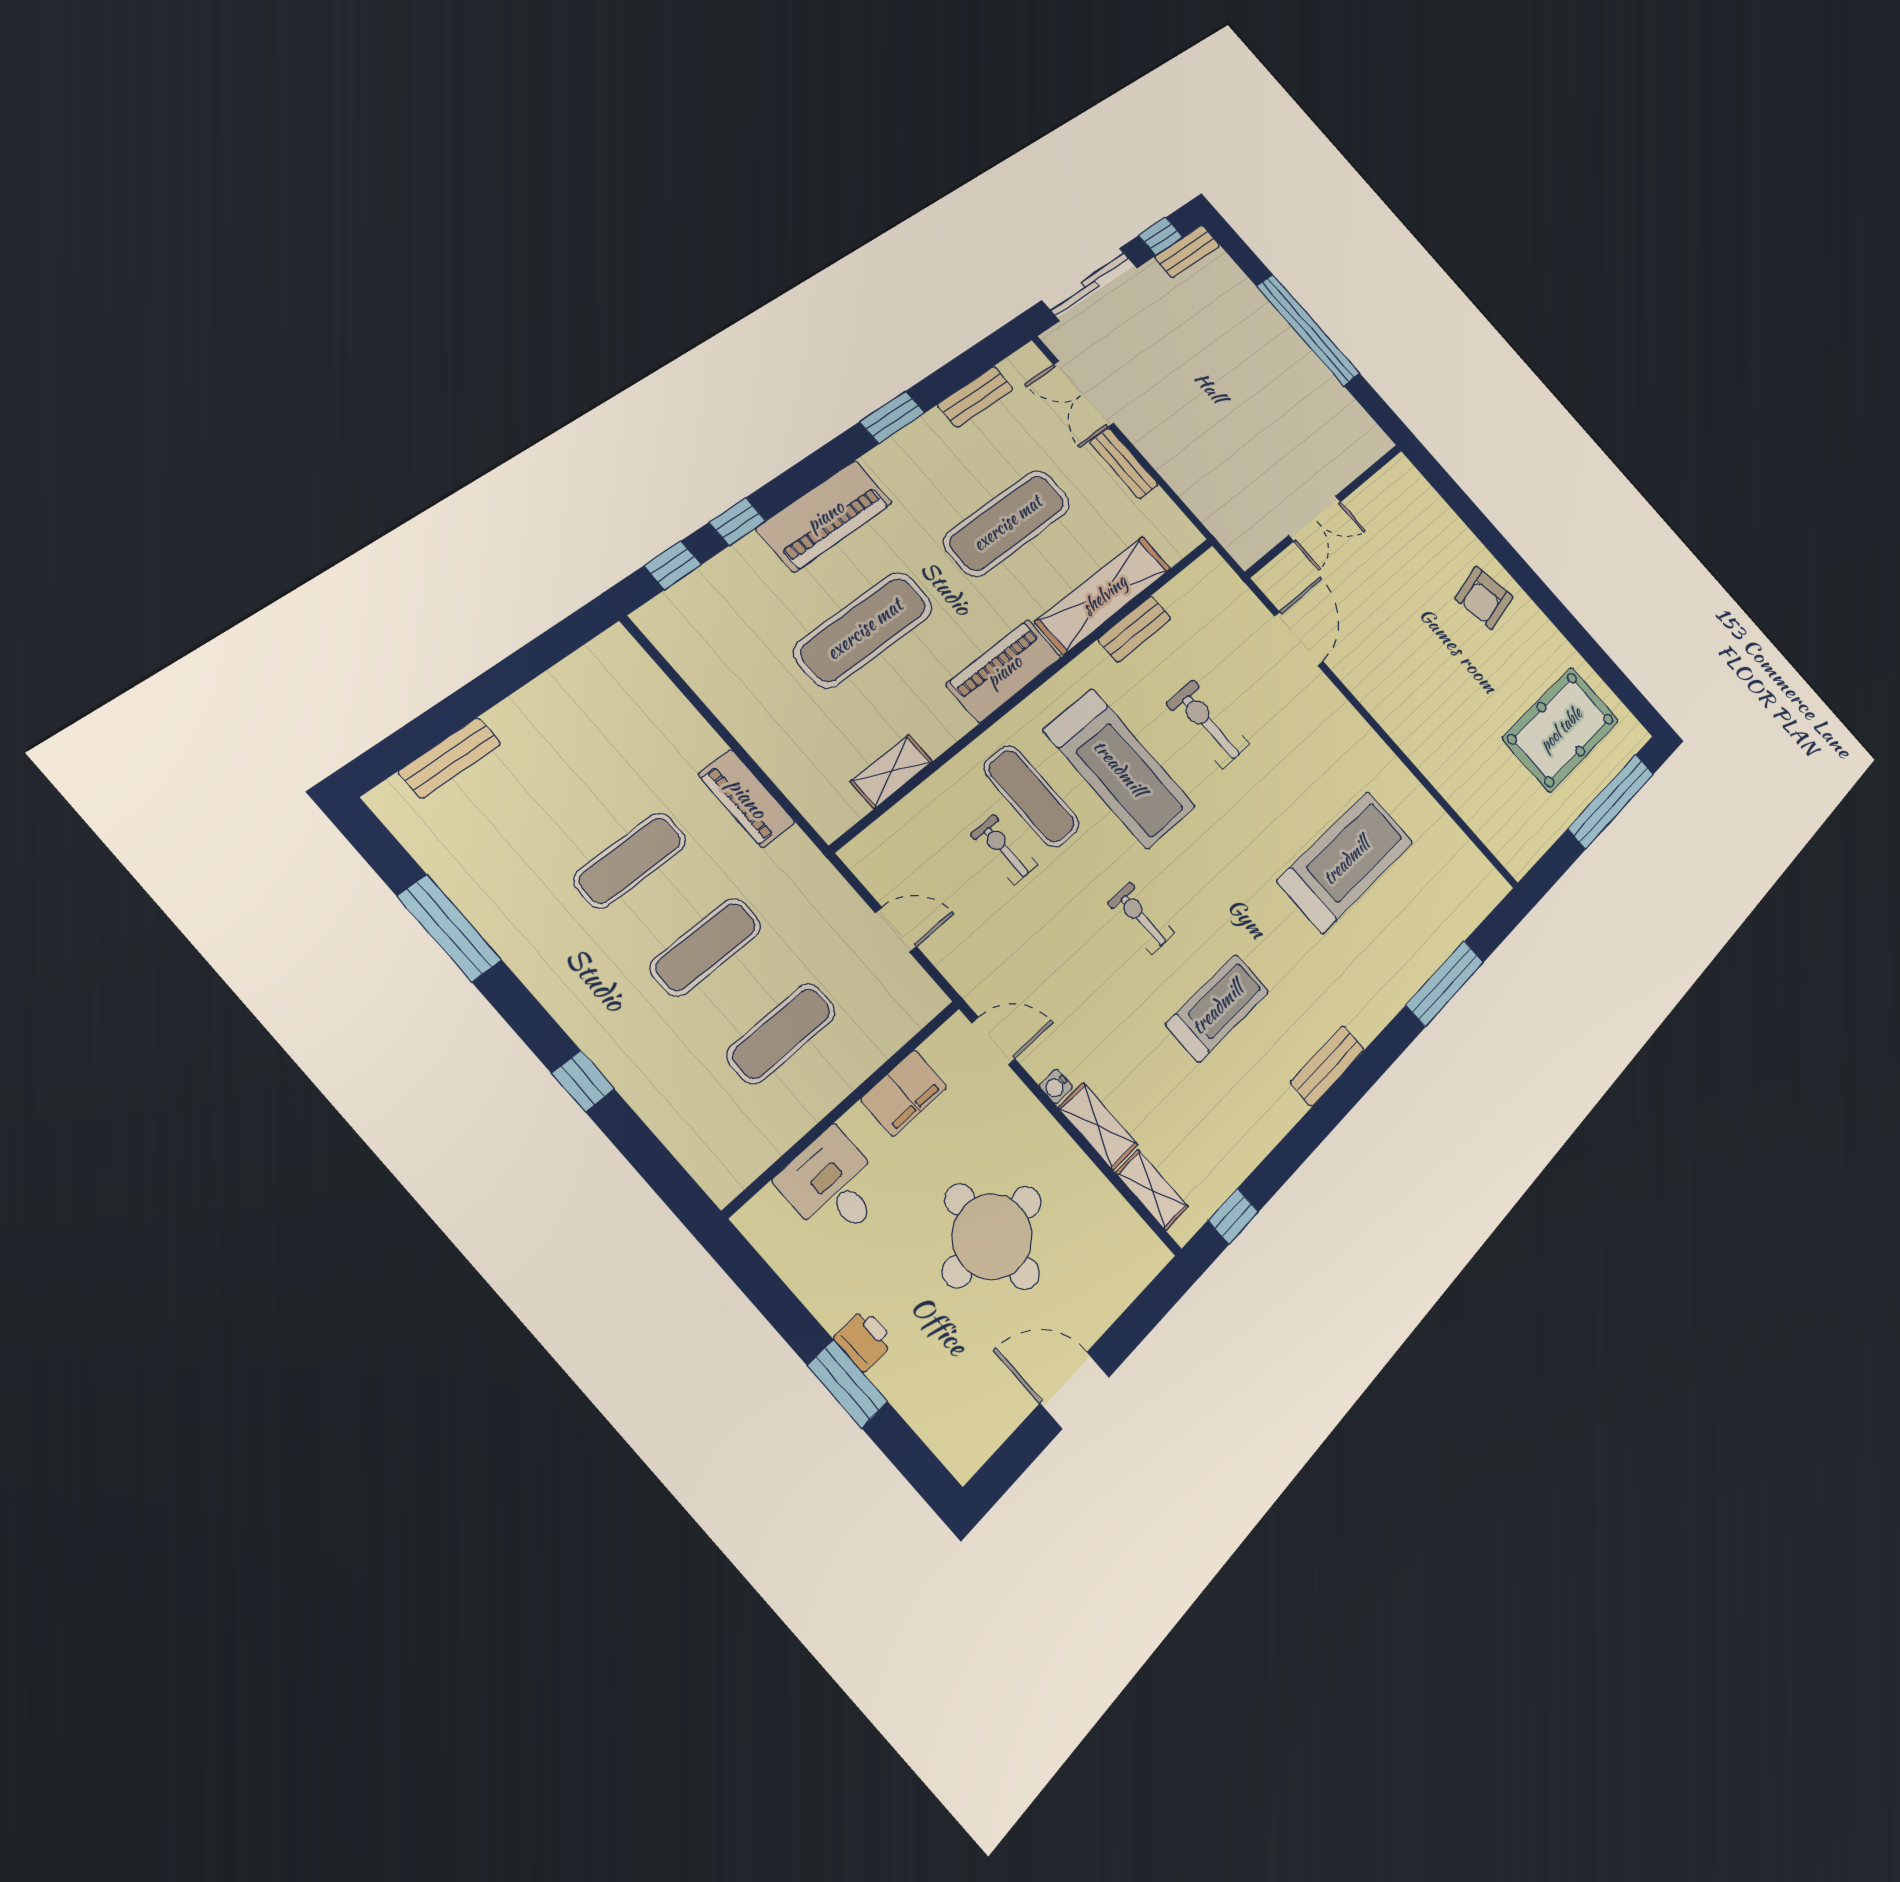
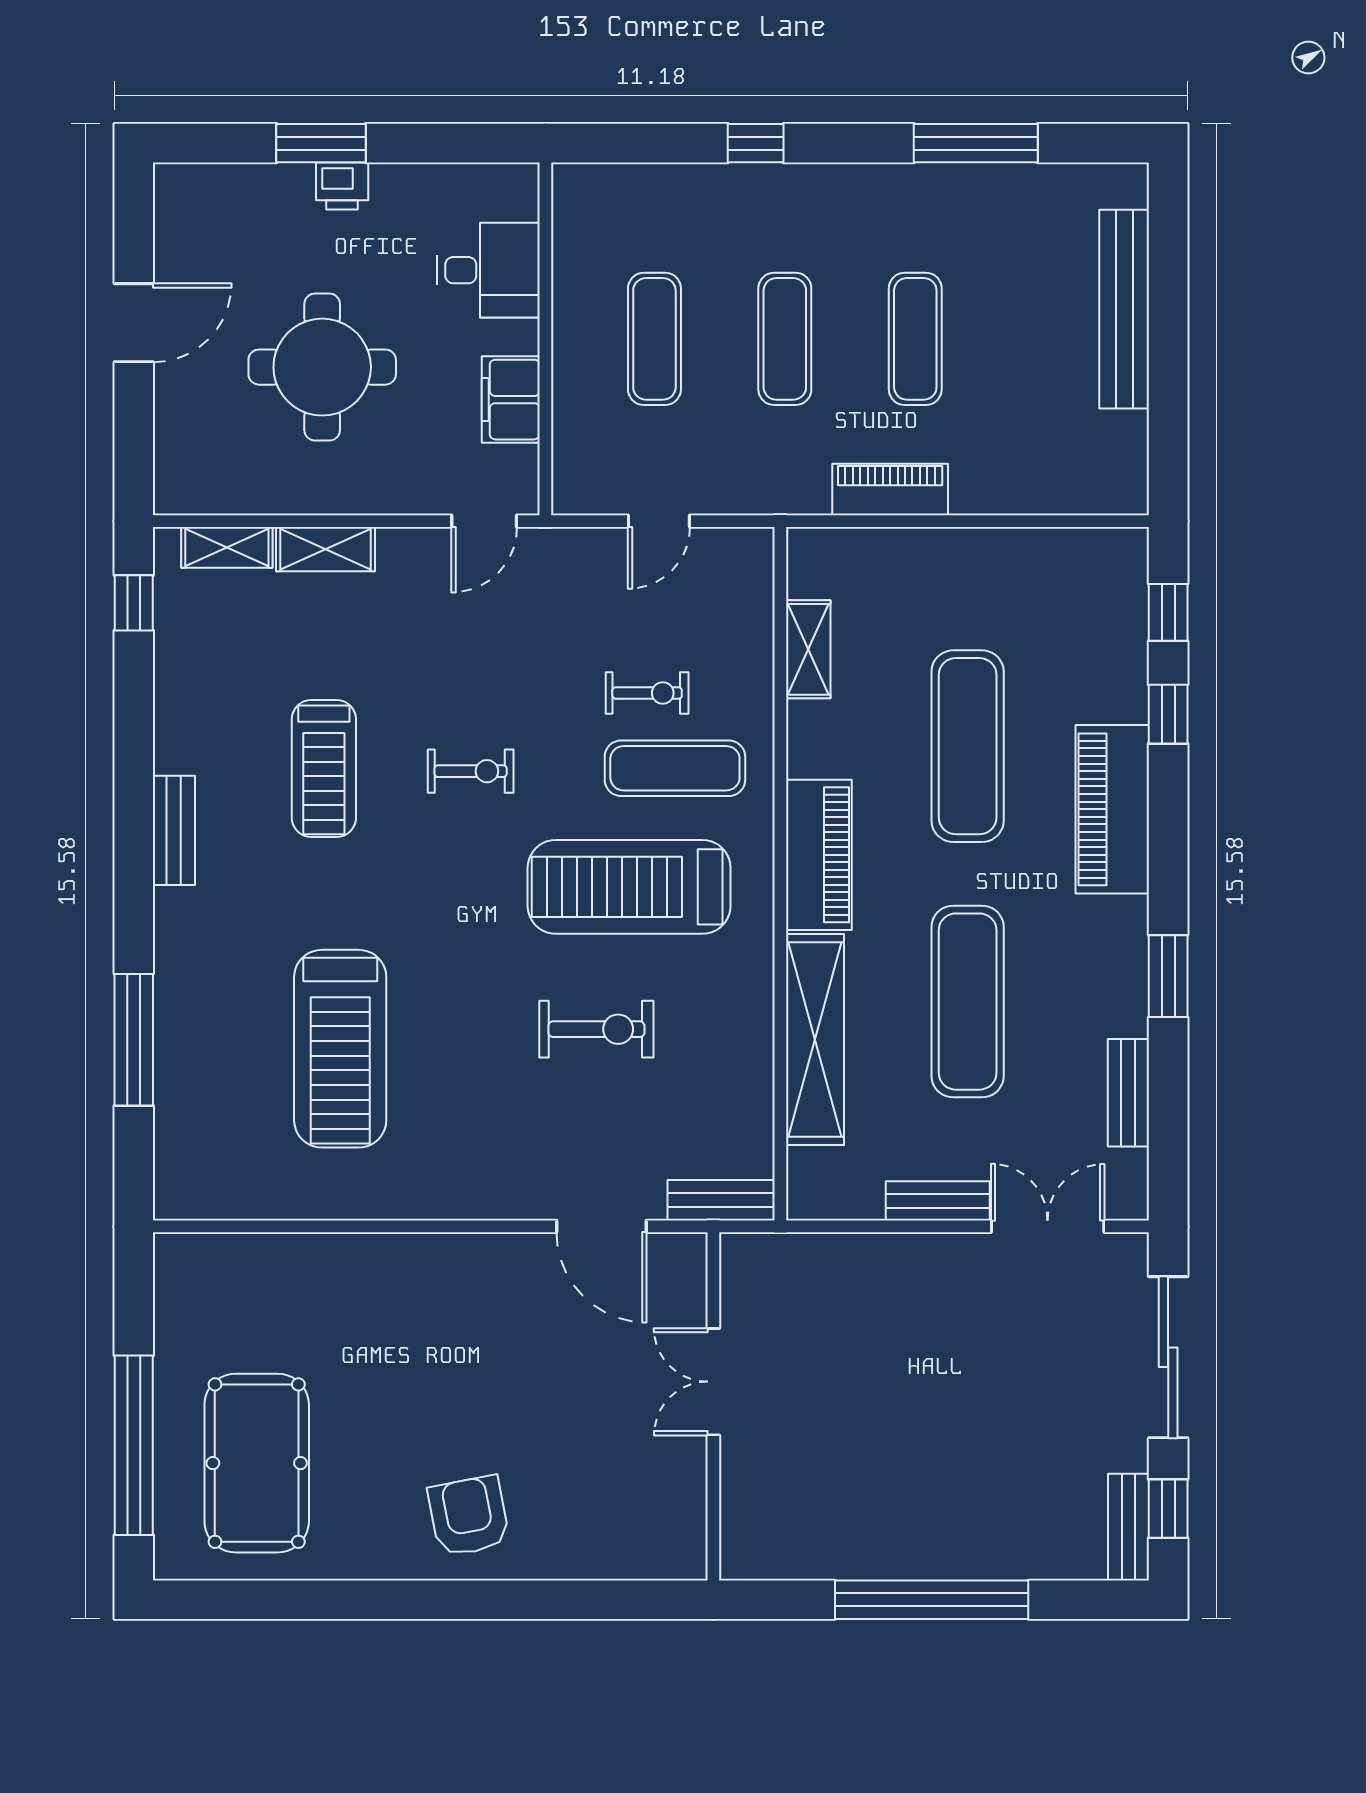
bench: (1135, 629) -> (721, 1200), moved, turned 90
bench: (450, 758) -> (1124, 309), width x1.86, depth x1.21
water cooler: (1056, 1086) -> (394, 542), removed

